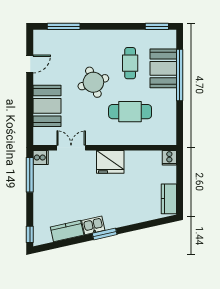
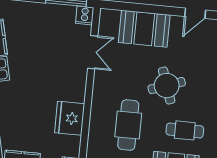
door: (30, 64) -> (195, 13), hinge flipped
fridge: (110, 162) -> (70, 118), moved

